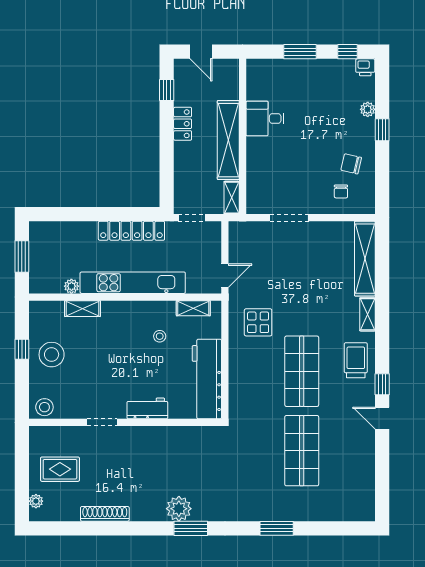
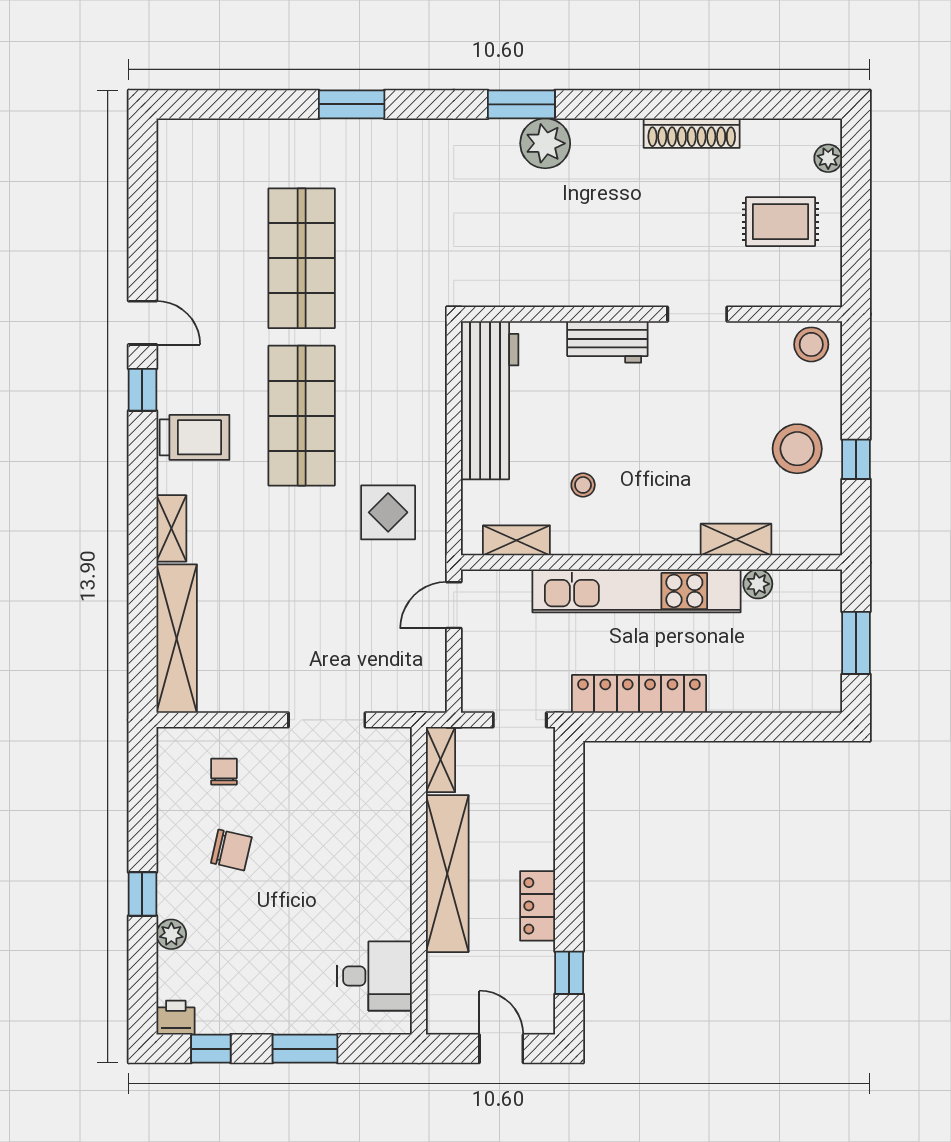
desk: (265, 118) -> (374, 976), moved
chair: (351, 164) -> (231, 850), moved
trolley: (356, 360) -> (195, 437), turned -90

